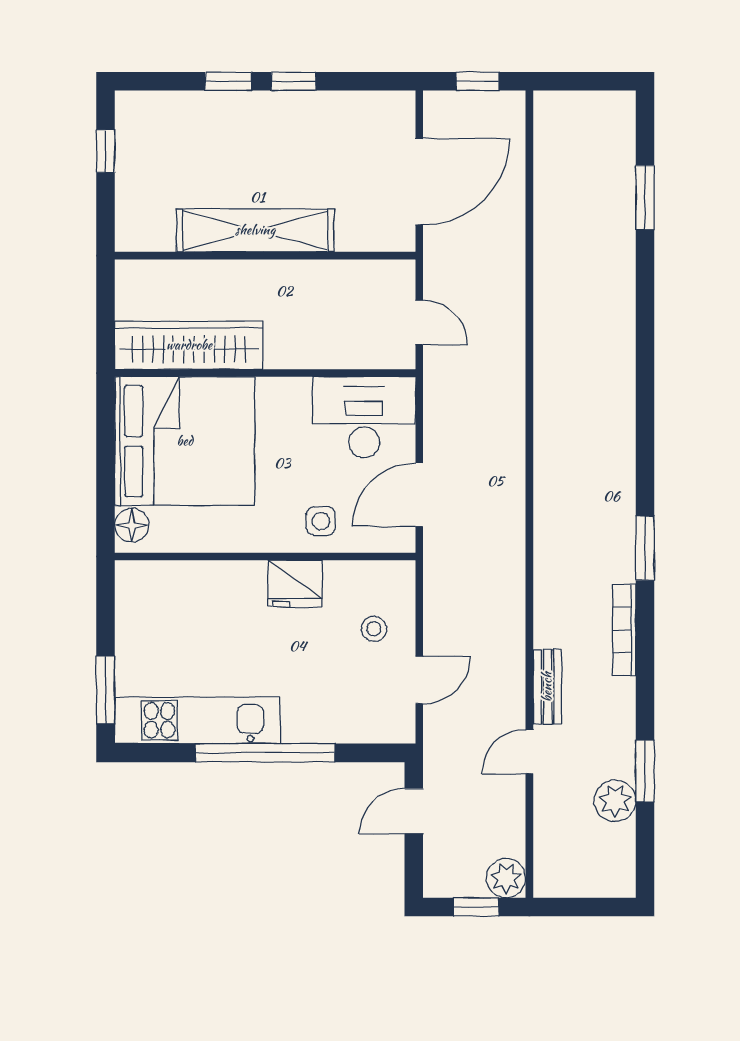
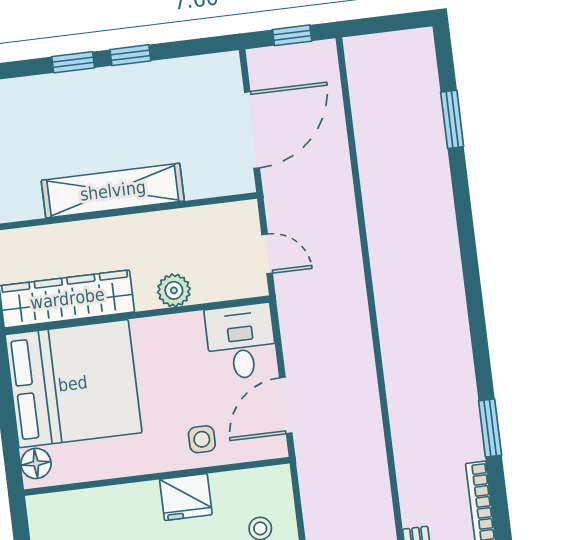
plant: (310, 351) -> (174, 290), added
desk: (364, 417) -> (241, 342), width x0.73

